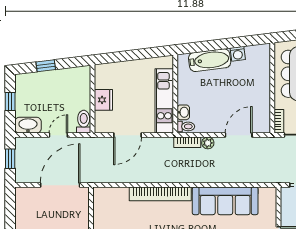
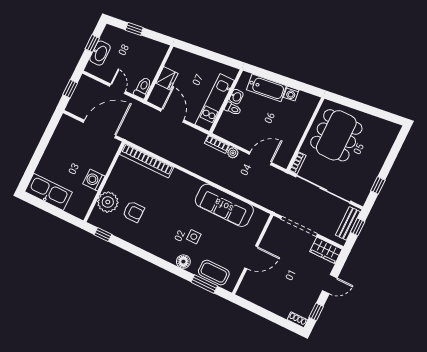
washbasin: (183, 112) -> (236, 97), moved
washbasin: (28, 125) -> (100, 53), moved, turned 90
toilet: (186, 126) -> (233, 109), moved
door: (58, 135) -> (117, 89), hinge flipped
door: (128, 135) -> (172, 115), swing flipped
bookcase: (160, 194) -> (147, 161), moved

